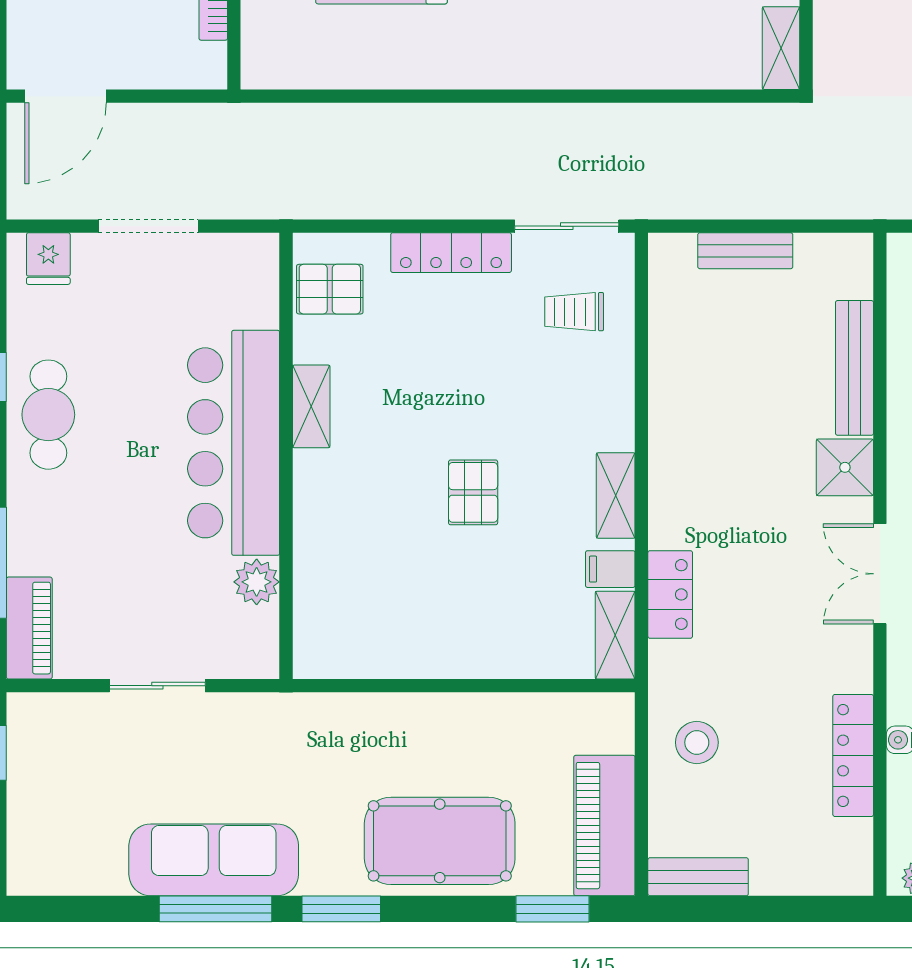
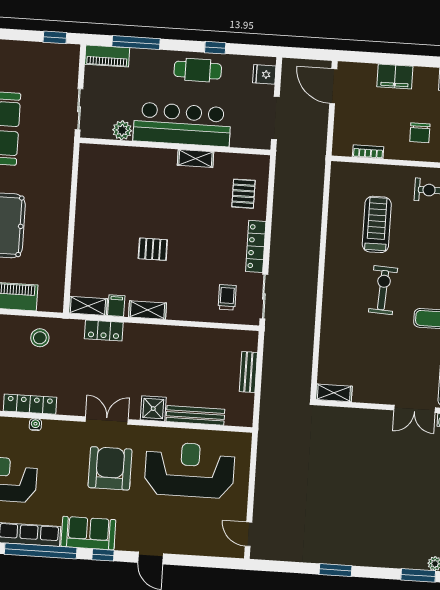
shelving: (311, 406) -> (196, 158), moved
bar counter: (234, 443) -> (182, 124), moved
wall: (286, 456) -> (175, 146), moved
plant: (257, 582) -> (122, 130), moved

